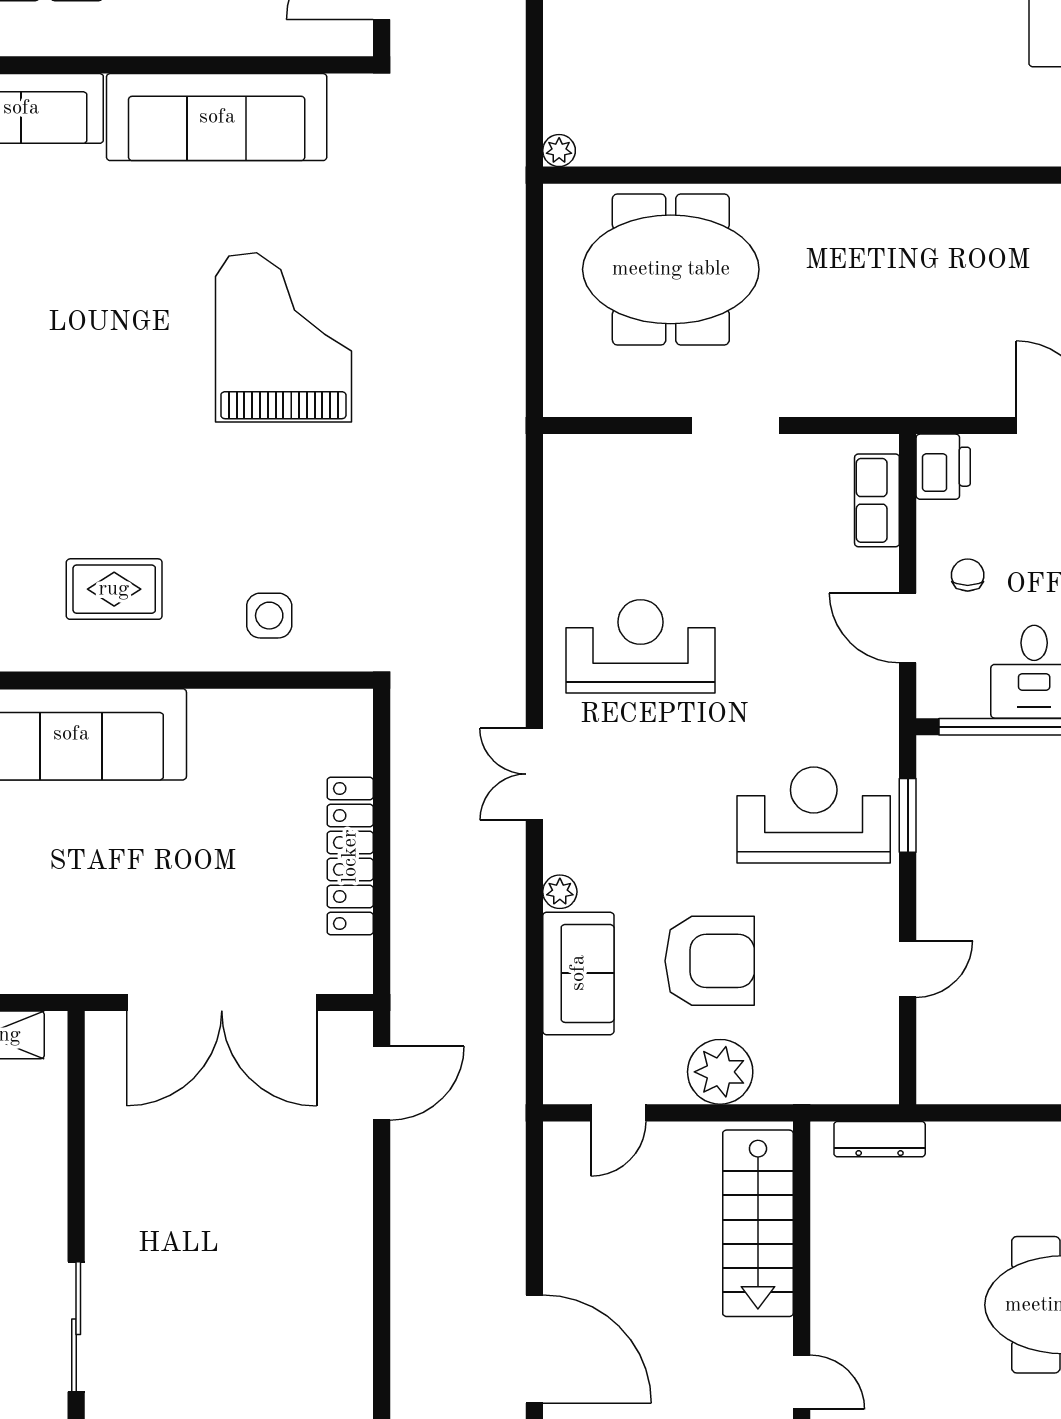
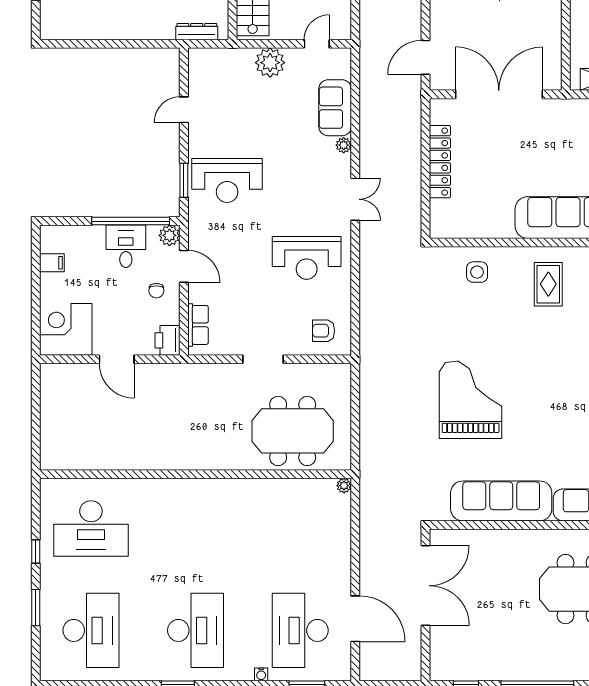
grand piano: (283, 337) -> (471, 400), turned 180
rug: (114, 589) -> (548, 284), turned 90
plant: (939, 695) -> (169, 235), added
armchair: (710, 961) -> (324, 331), moved, width x0.53, depth x0.53

